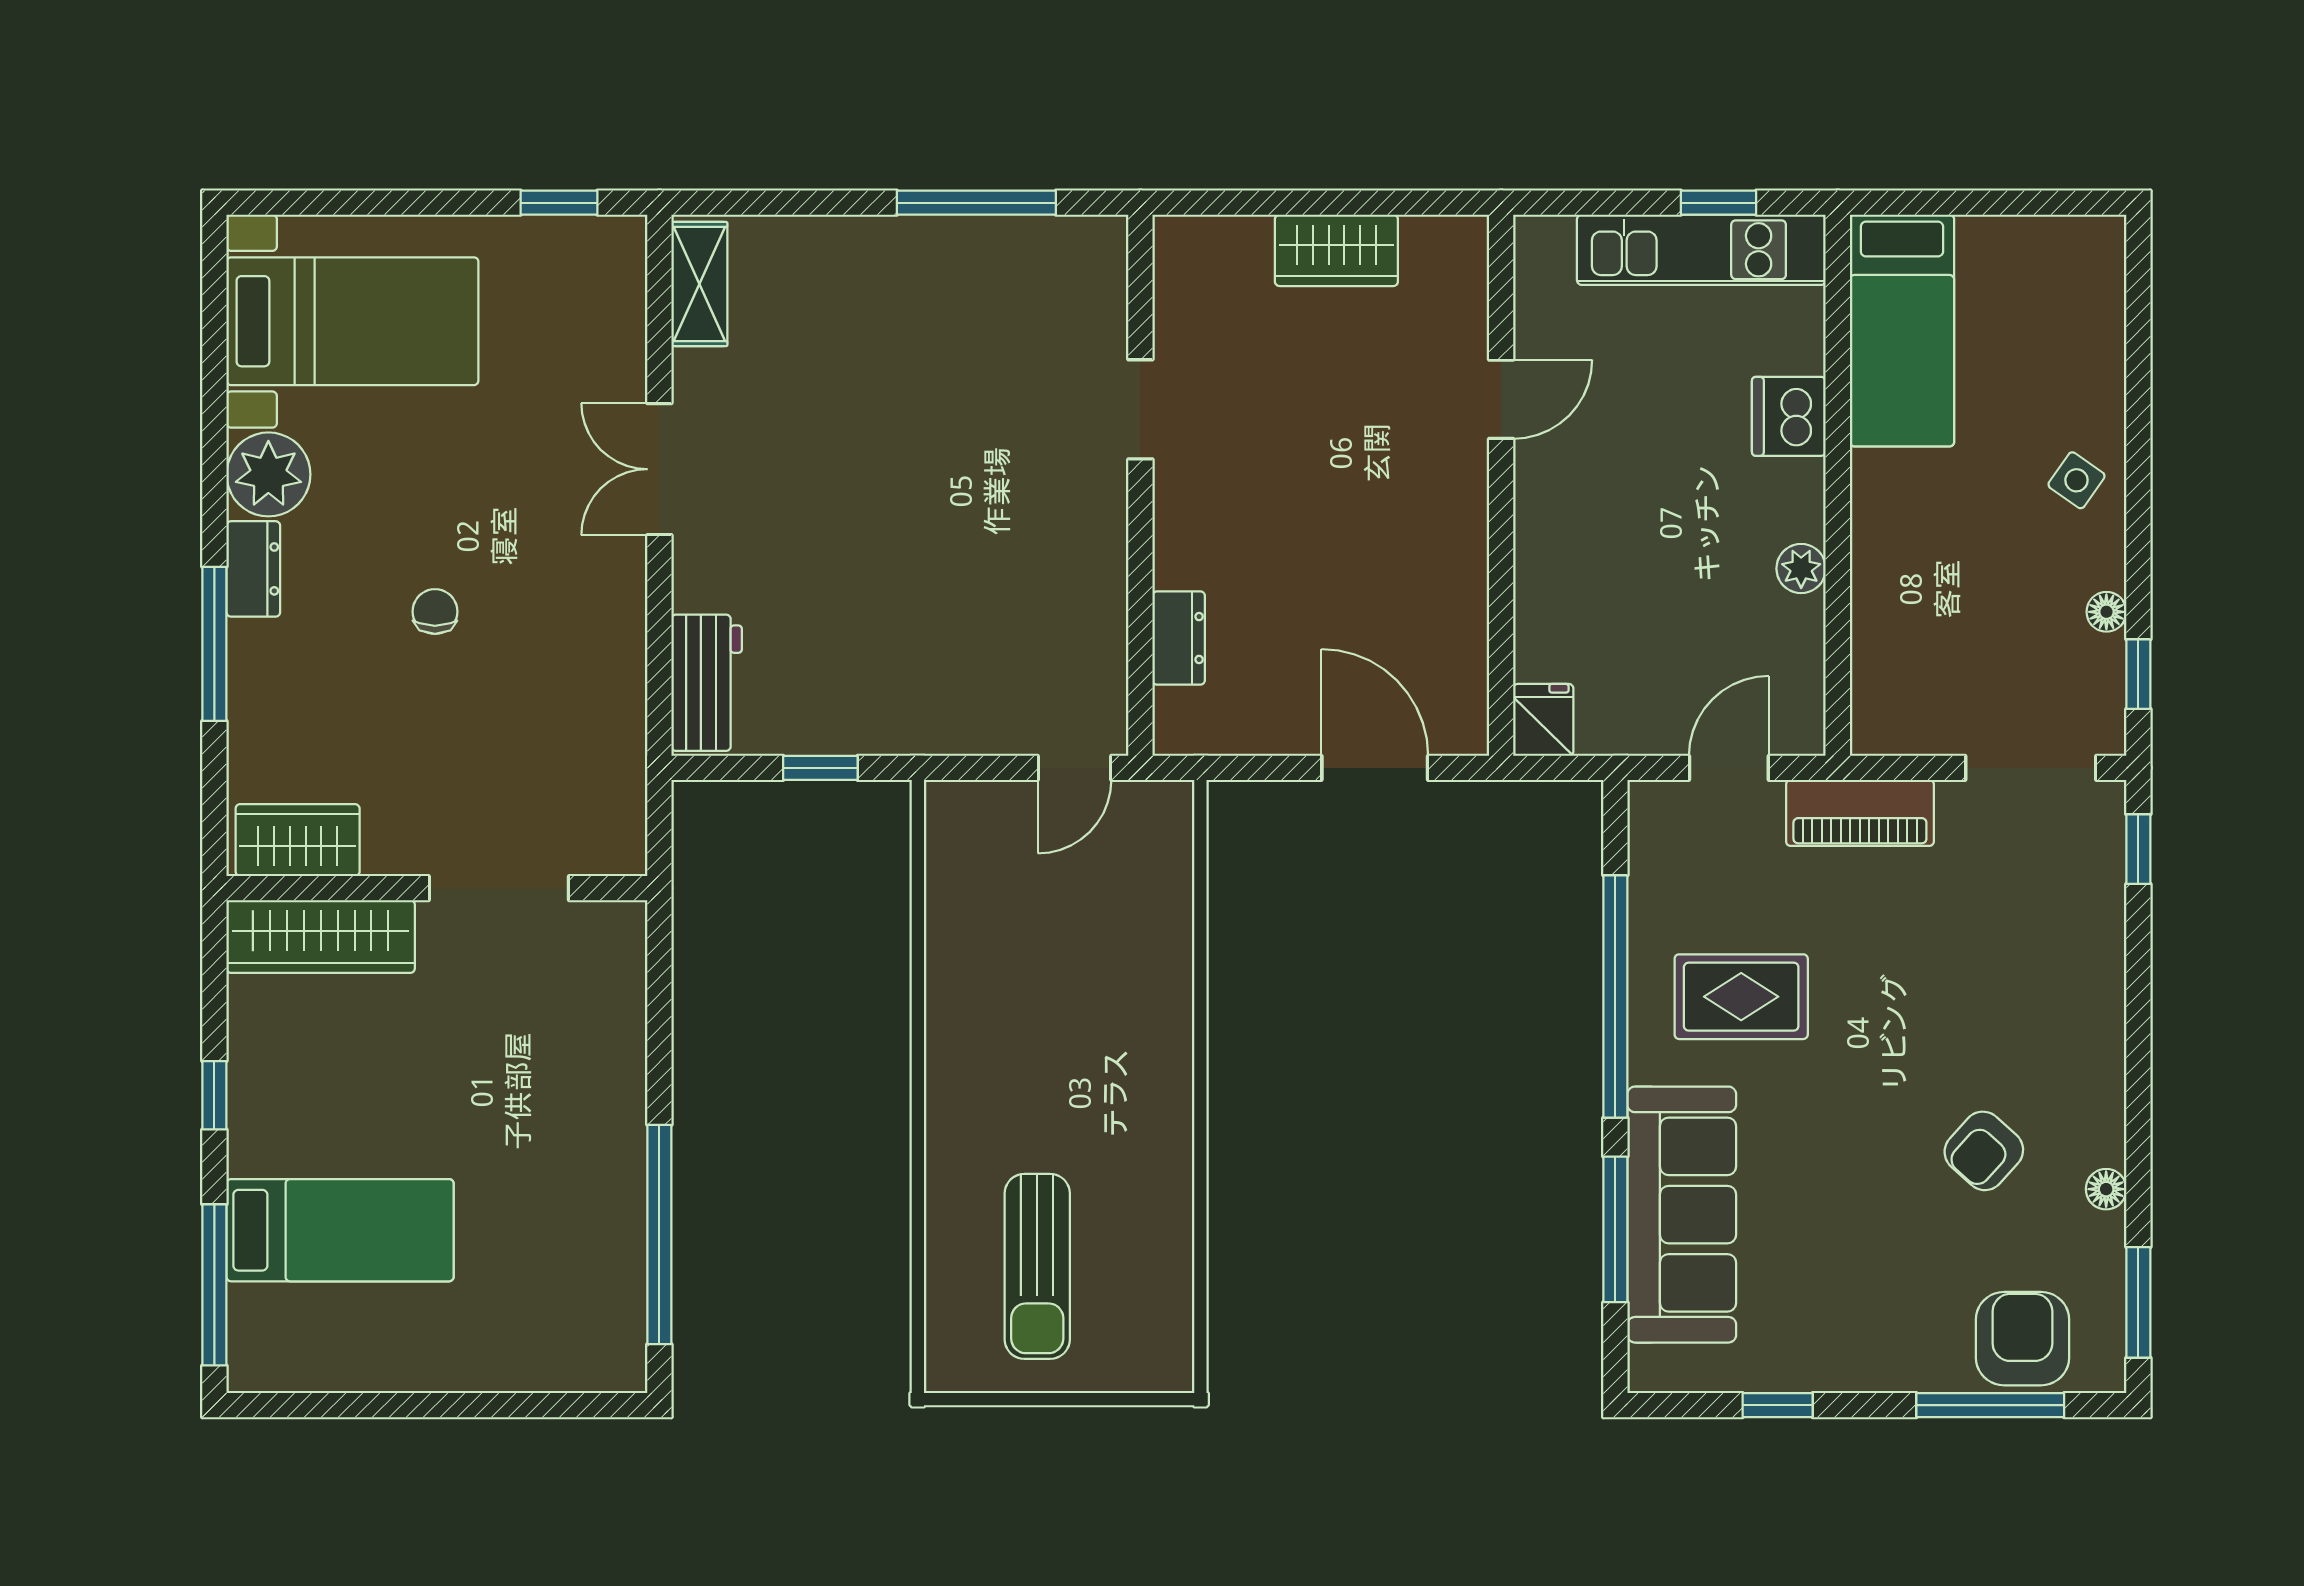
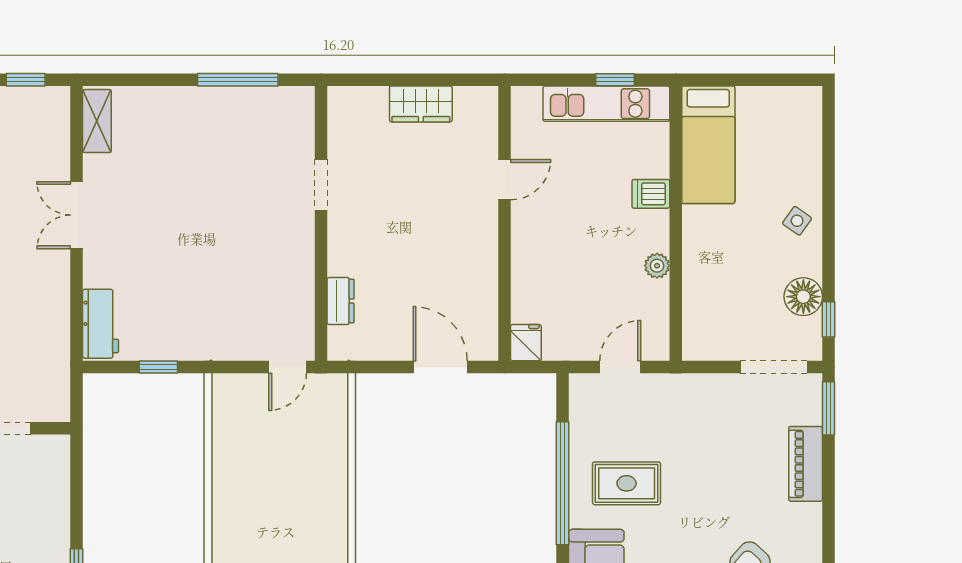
dishwasher: (1789, 416) -> (651, 194), width x0.73
floor lamp: (2106, 612) -> (803, 297), width x1.89, depth x1.89
piano: (1860, 813) -> (806, 464), moved, turned 90
window: (2138, 849) -> (828, 408), width x1.50

